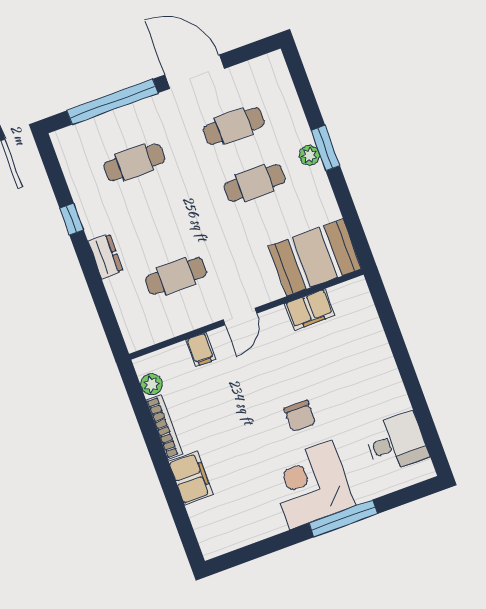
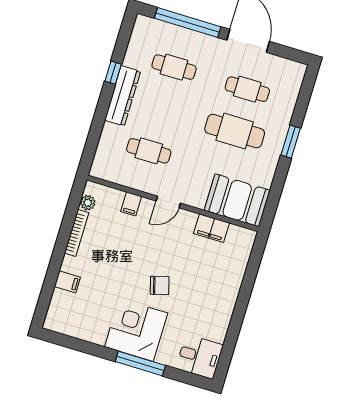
plant: (309, 155) -> (278, 139), removed
cafe table: (255, 183) -> (235, 131), width x1.37, depth x1.35
dresser: (105, 256) -> (123, 96), width x1.96, depth x1.24
chair: (300, 416) -> (160, 285), turned -106
desk: (396, 442) -> (200, 357), moved
filing cabinet: (191, 478) -> (67, 282), width x0.50

